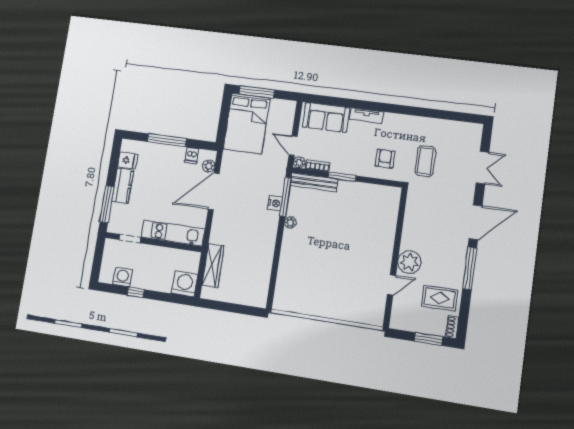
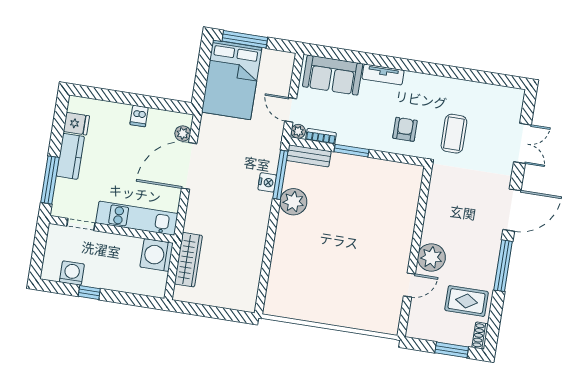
window: (167, 140) -> (128, 99), removed
dishwasher: (192, 156) -> (139, 116), moved
bench: (314, 182) -> (309, 156), width x0.73
plant: (290, 222) -> (293, 202), width x1.88, depth x1.88
washing machine: (185, 284) -> (157, 255), moved, turned -90

